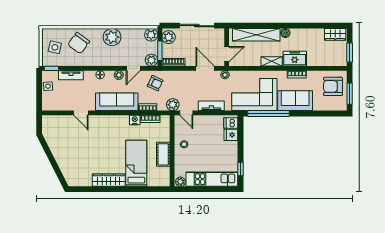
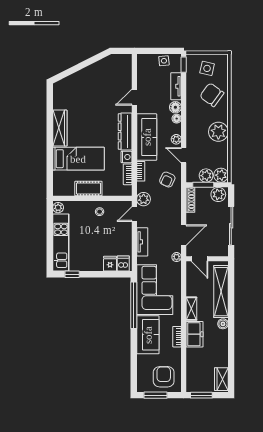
plant: (151, 60) -> (206, 176), moved
floor lamp: (90, 76) -> (175, 107), added
dresser: (112, 121) -> (125, 131), added

